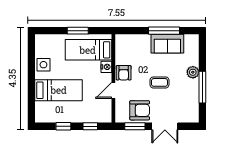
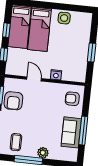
bed: (88, 50) -> (20, 27), moved, turned 180
armchair: (124, 73) -> (72, 99), moved
coffee table: (159, 82) -> (16, 142), moved

